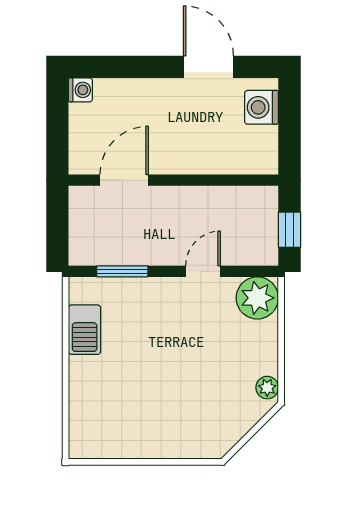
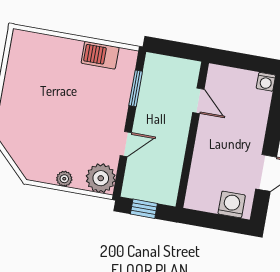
door: (124, 180) -> (198, 101), width x0.73
door: (203, 271) -> (126, 144), hinge flipped
plant: (267, 388) -> (64, 179), moved

